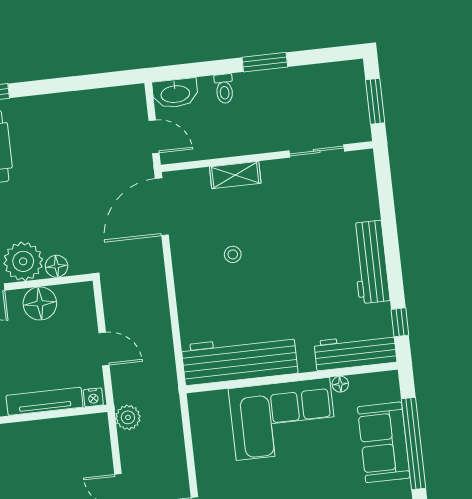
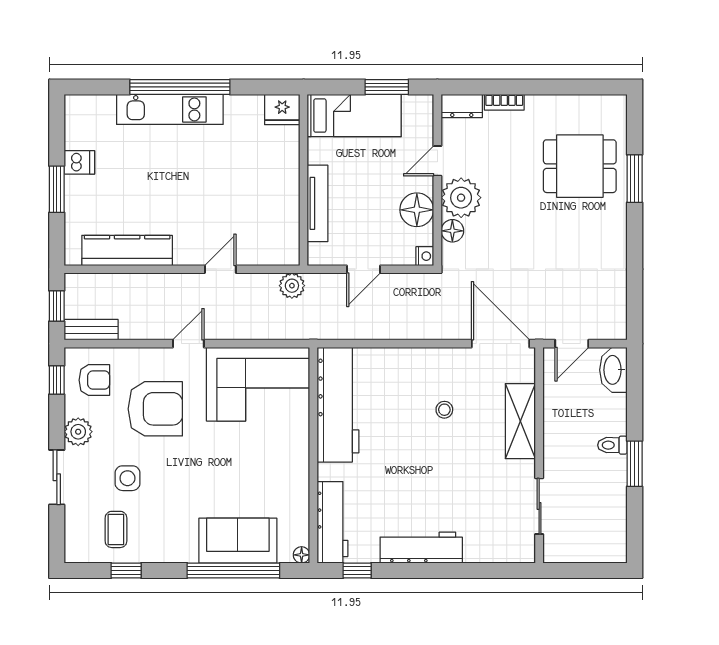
toilet: (224, 89) -> (612, 445), moved
window: (375, 101) -> (583, 571), removed
shelving: (235, 175) -> (520, 421), width x1.50, depth x1.33
floor lamp: (340, 384) -> (302, 555), moved
nightstand: (93, 397) -> (425, 256), moved, turned 180
corner sofa: (283, 419) -> (258, 384), moved, turned -90

